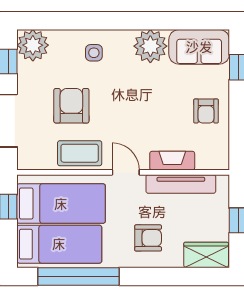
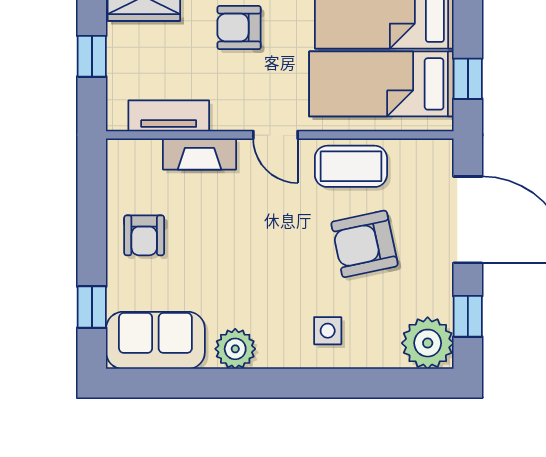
plant: (150, 46) -> (235, 349), width x0.73, depth x0.73
armchair: (71, 106) -> (364, 244), turned 78
armchair: (206, 111) -> (144, 235), turned 180
tv unit: (181, 184) -> (169, 116), width x0.71

